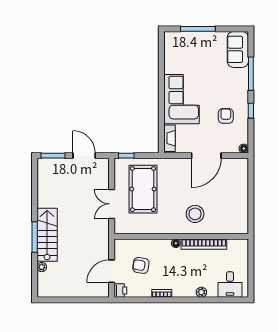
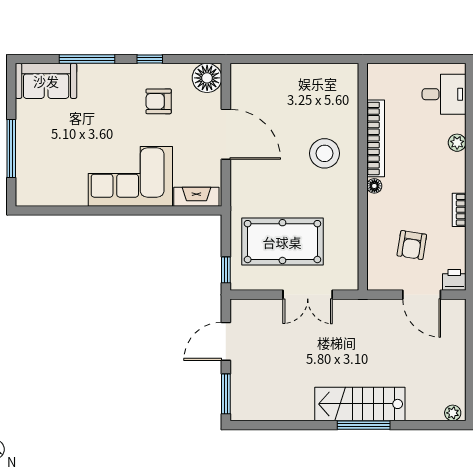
floor lamp: (244, 149) -> (207, 78), width x1.89, depth x1.89
plant: (42, 267) -> (453, 413), moved

